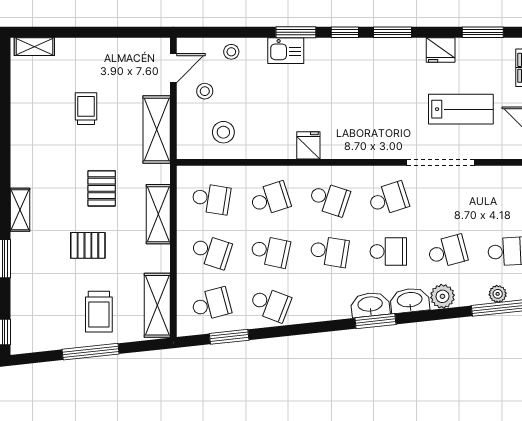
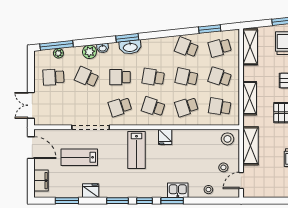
lab bench: (359, 122) -> (137, 150), added
stool: (223, 132) -> (227, 139), moved
school desk: (447, 251) -> (87, 77), turned 39
washbasin: (410, 300) -> (103, 48), width x0.52, depth x0.69

